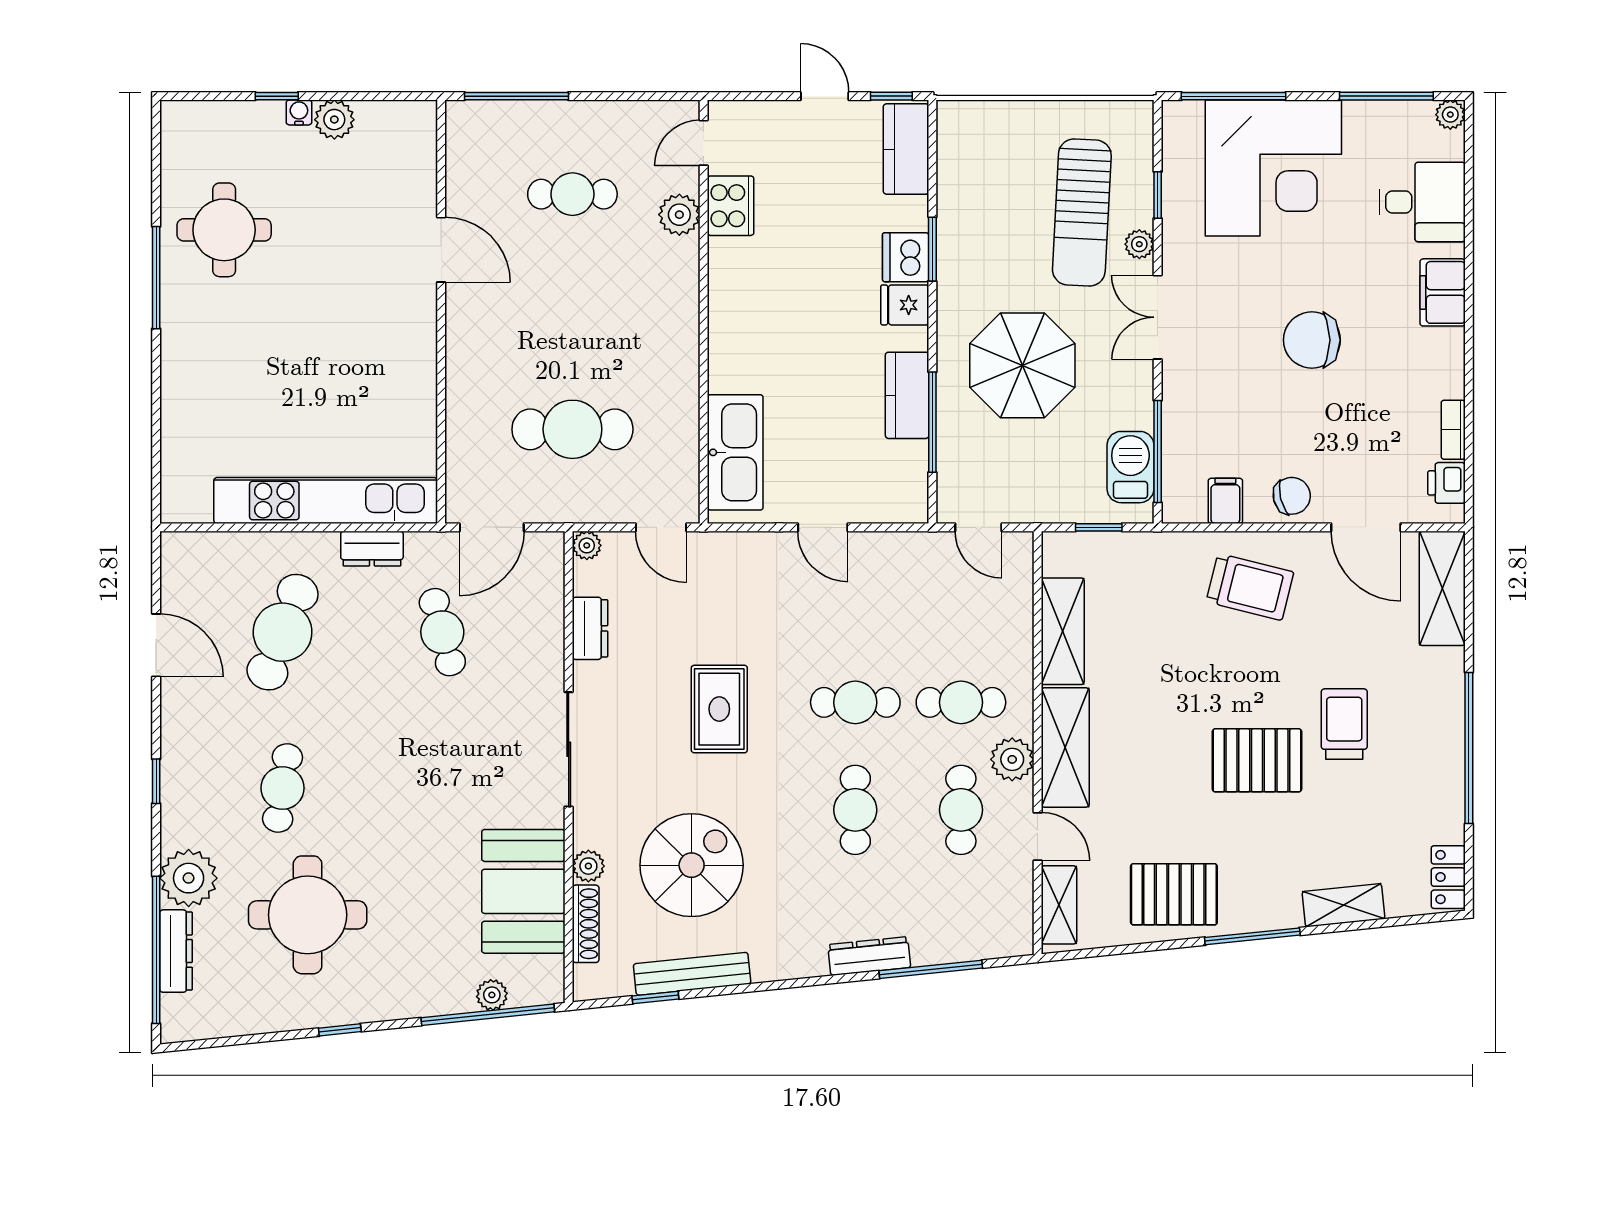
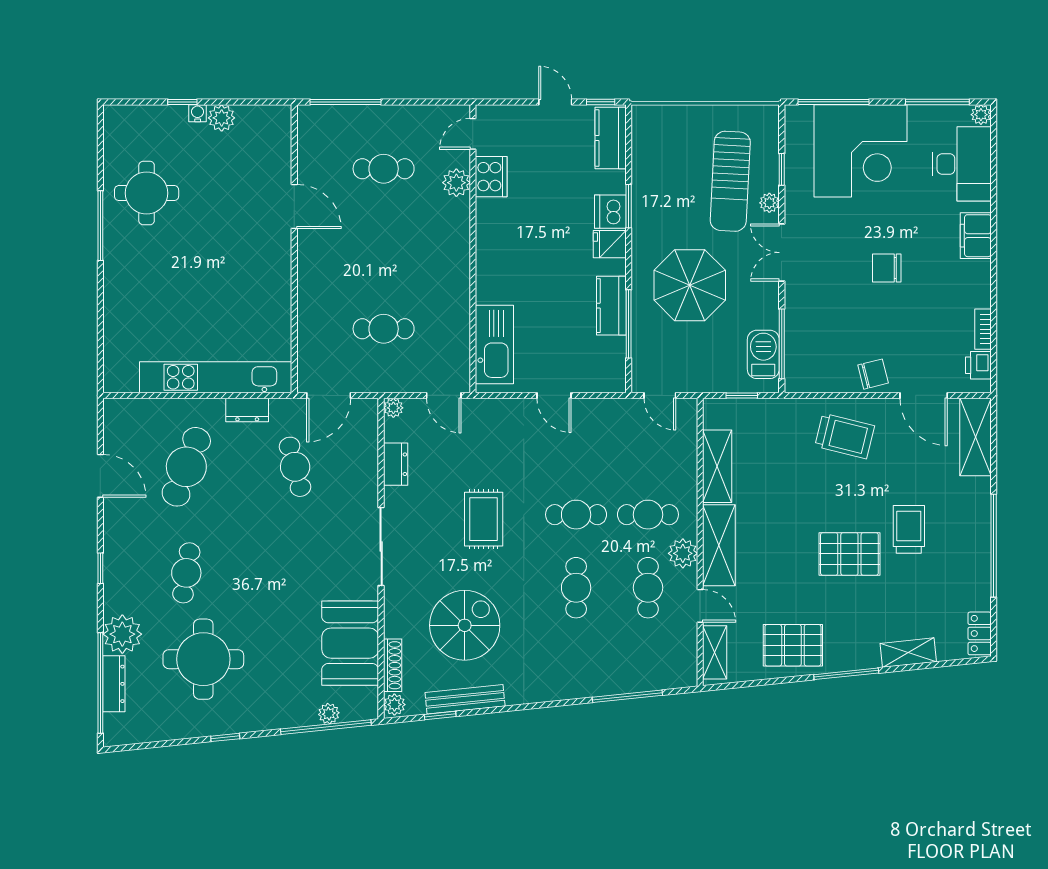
desk: (1422, 202) -> (962, 164), width x1.37
chair: (1312, 340) -> (887, 268), width x0.73, depth x0.73
cafe table: (572, 429) -> (384, 329), width x0.73, depth x0.74
filing cabinet: (1225, 501) -> (828, 377), removed
plant: (588, 866) -> (394, 705), moved
dresser: (869, 956) -> (586, 687), removed

